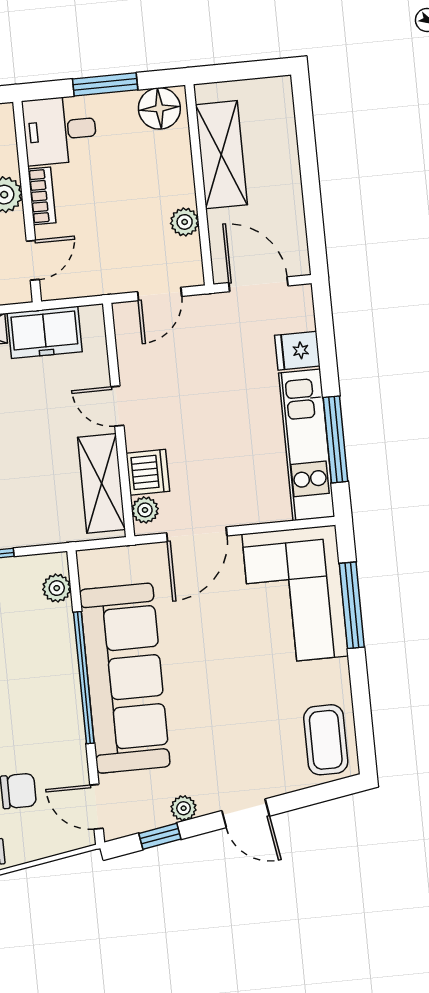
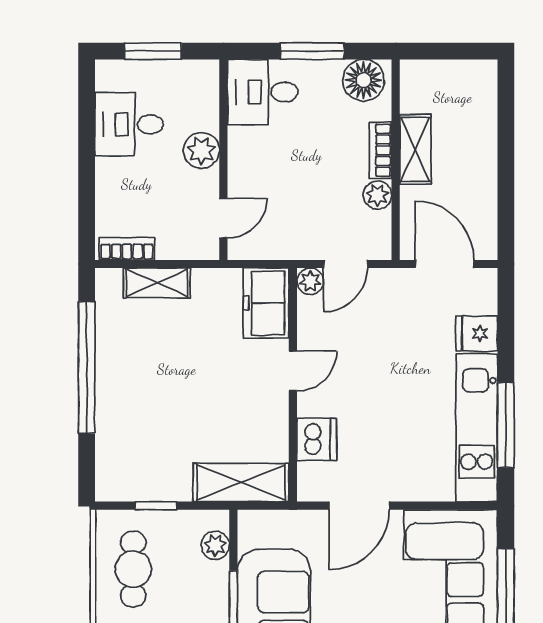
shelving: (221, 155) -> (415, 149), width x0.67, depth x0.75
bookcase: (42, 196) -> (380, 150), moved, turned 180
freezer: (45, 332) -> (266, 303), moved, turned 90
door: (117, 406) -> (293, 371), swing flipped
shelving: (101, 483) -> (241, 482), moved, turned 90
plant: (145, 510) -> (310, 281), moved

